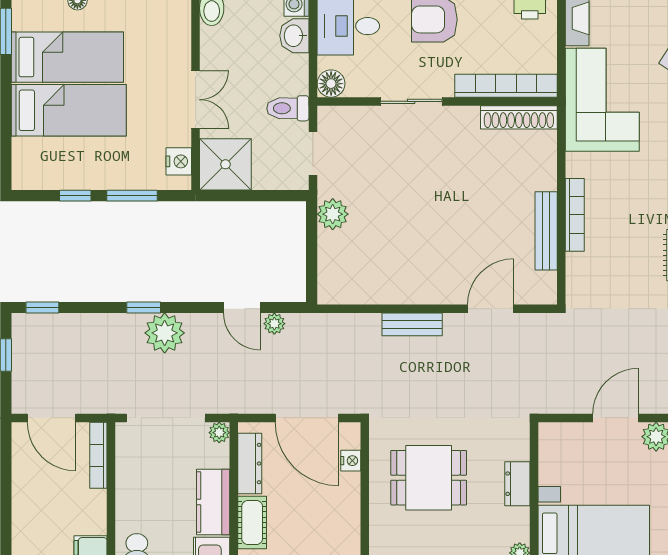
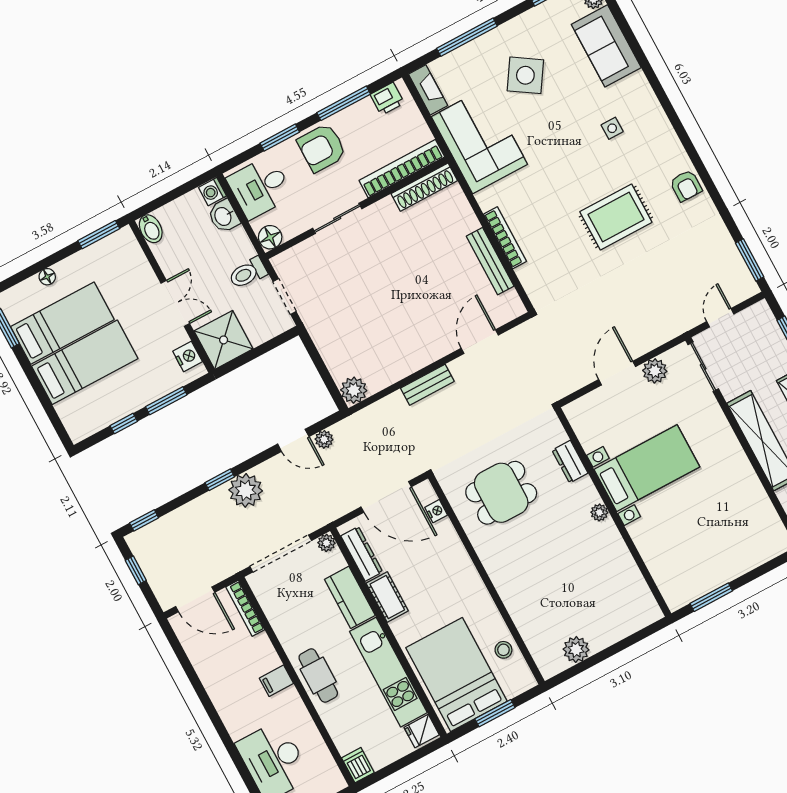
plant: (333, 214) -> (354, 390), moved

